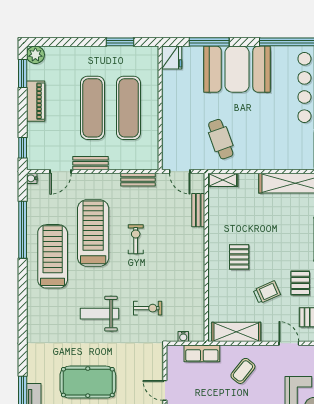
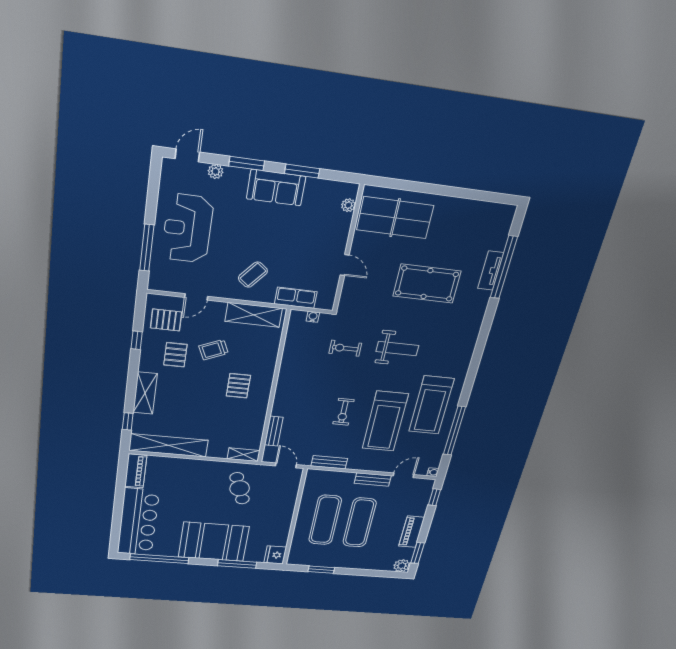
door: (289, 343) -> (196, 297), hinge flipped

